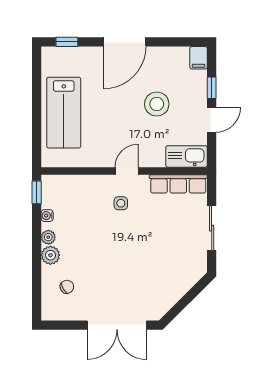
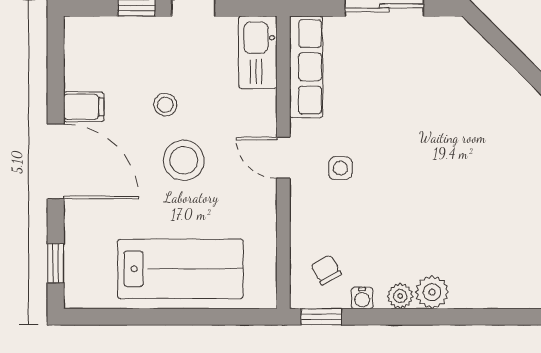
filing cabinet: (199, 58) -> (84, 107), moved
stool: (157, 104) -> (165, 105), width x0.53, depth x0.53
stool: (125, 114) -> (184, 160), added
chair: (67, 287) -> (326, 270), moved

